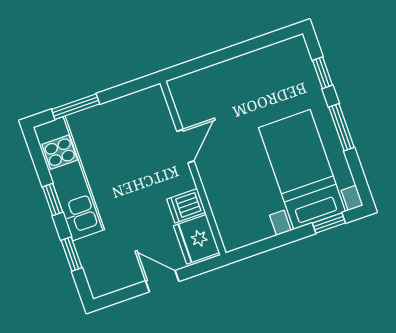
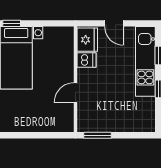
window: (76, 107) -> (97, 135), moved
kitchen unit: (69, 178) -> (145, 61), moved

